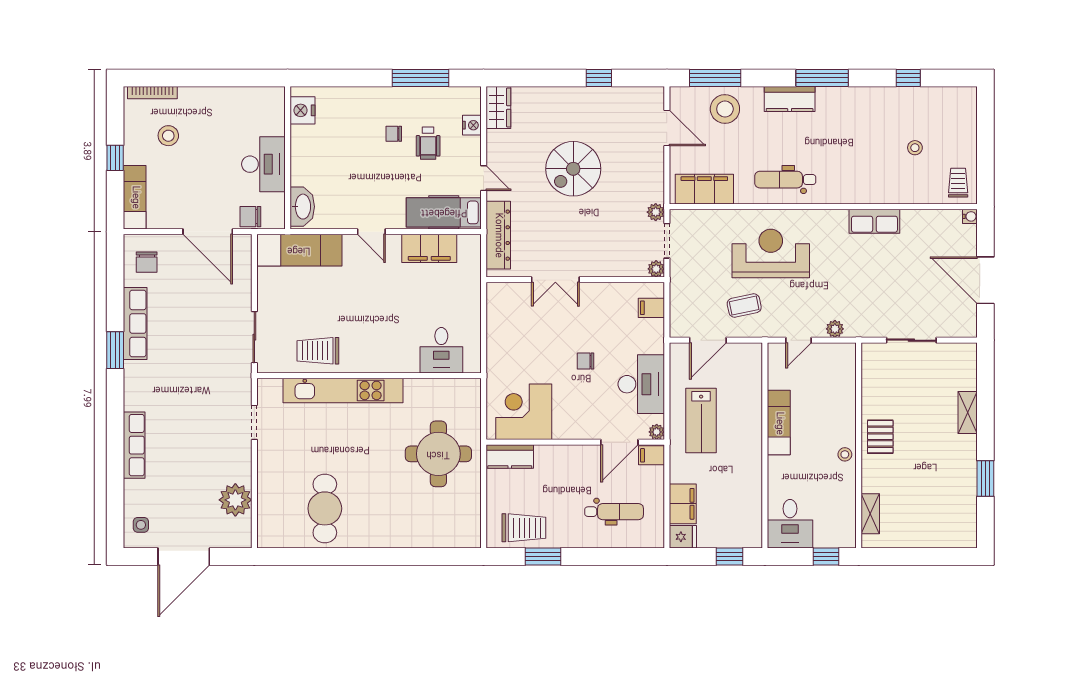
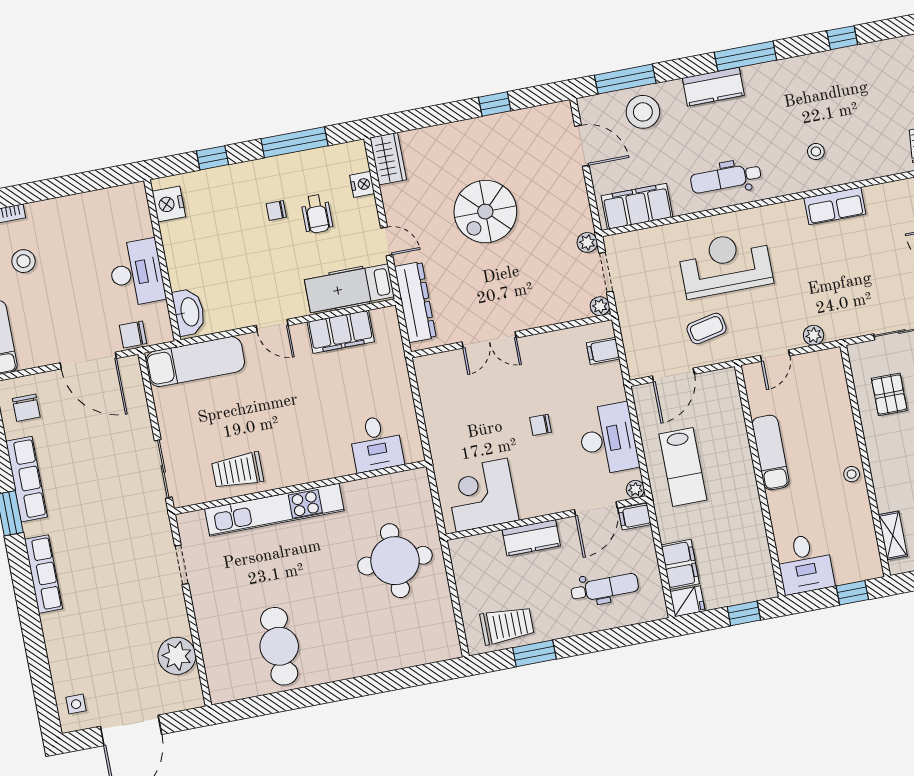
window: (348, 78) -> (212, 158), added
stool: (915, 148) -> (816, 152), moved
pallet: (880, 437) -> (889, 394), moved
row of seats: (134, 445) -> (43, 574), moved
kitchen counter: (510, 457) -> (531, 538), moved

